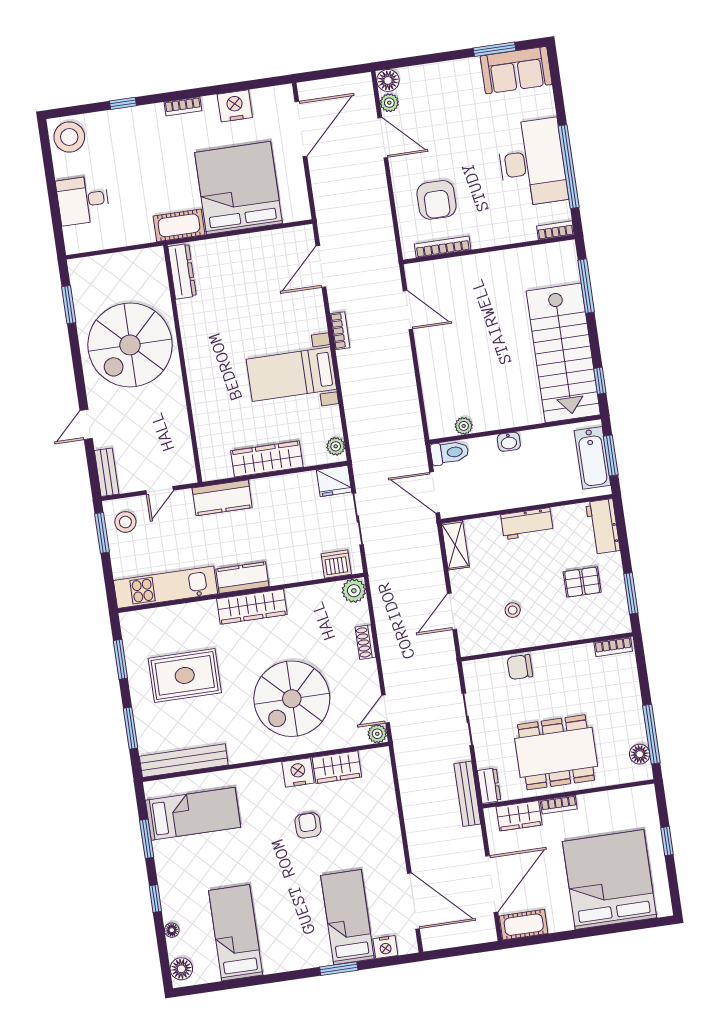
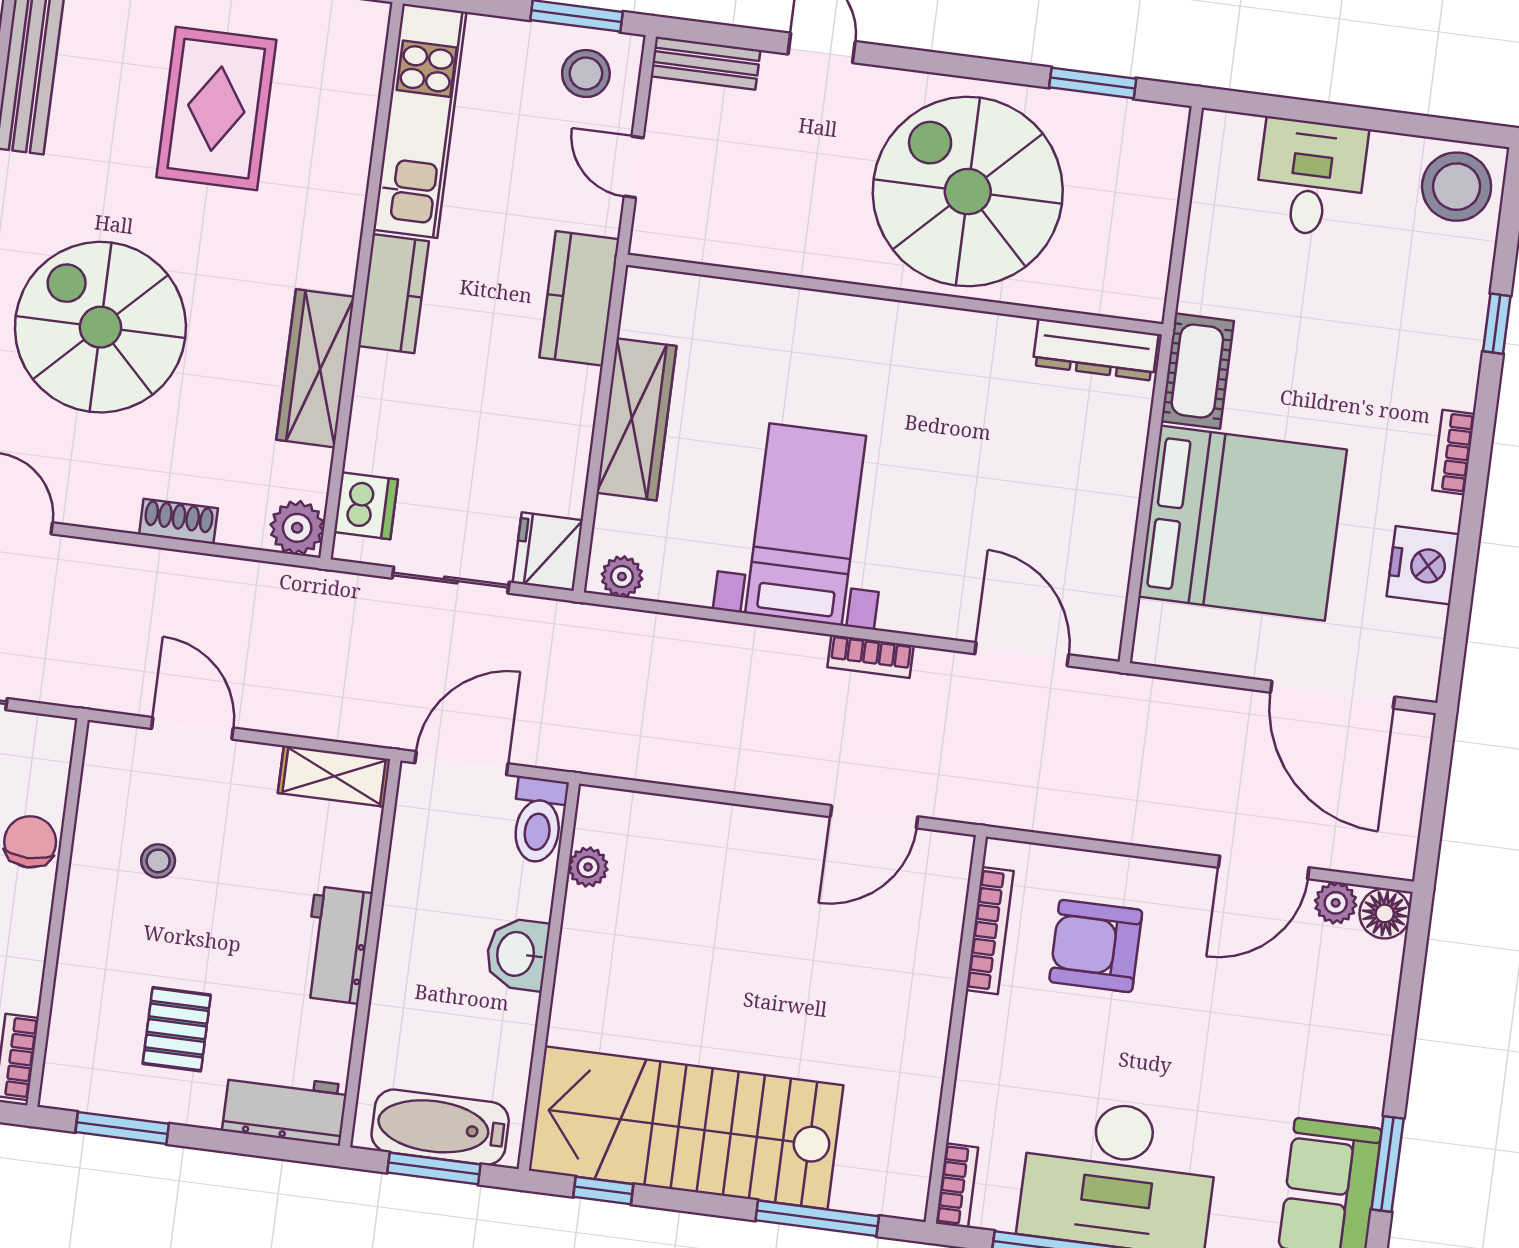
washbasin: (509, 442) -> (517, 954), width x1.38, depth x1.45
wardrobe: (252, 607) -> (315, 368), moved

